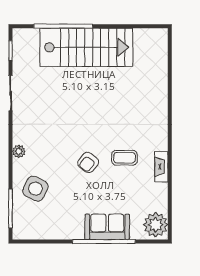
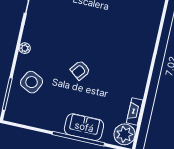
coffee table: (124, 158) -> (111, 73), removed
fireplace: (161, 167) -> (135, 111), moved

